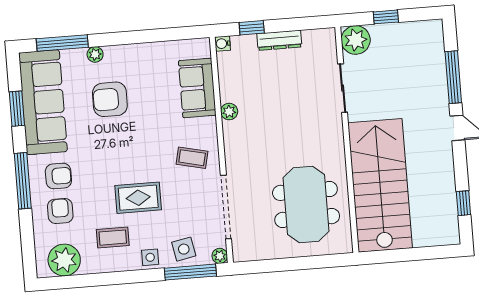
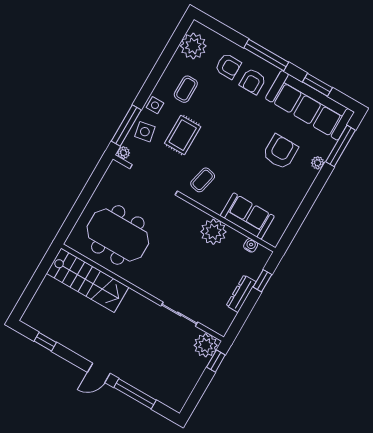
window: (386, 17) -> (216, 361), moved
water cooler: (223, 44) -> (251, 245), moved
plant: (229, 112) -> (213, 232), width x1.87, depth x1.87
stairs: (380, 185) -> (88, 280), width x0.73, depth x0.66
rug: (138, 198) -> (183, 135), moved

